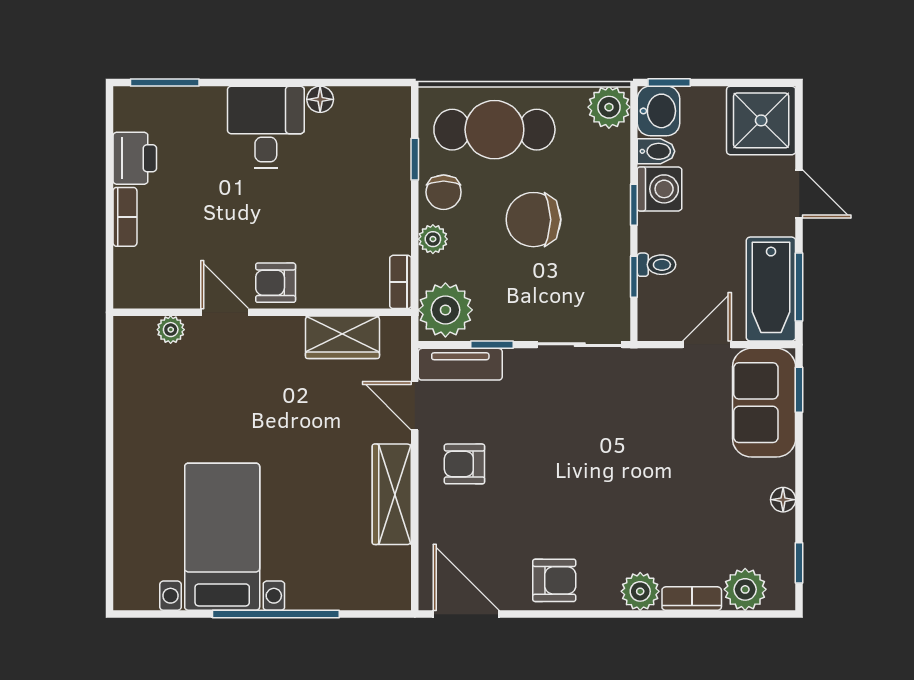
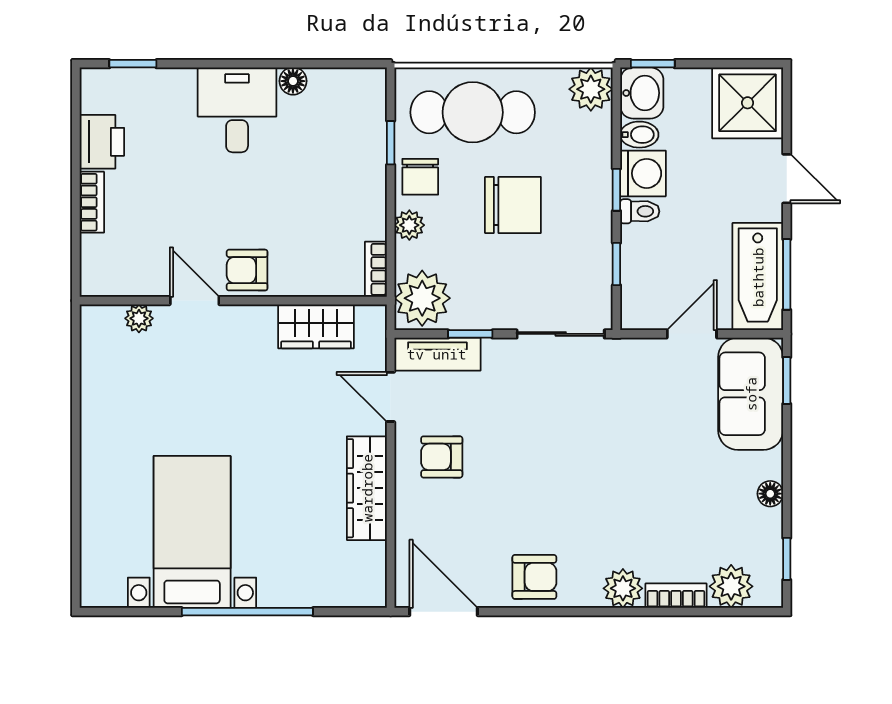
window: (165, 82) -> (133, 64), width x0.67
chair: (533, 220) -> (513, 205), turned 180
toilet: (657, 265) -> (640, 211), moved

